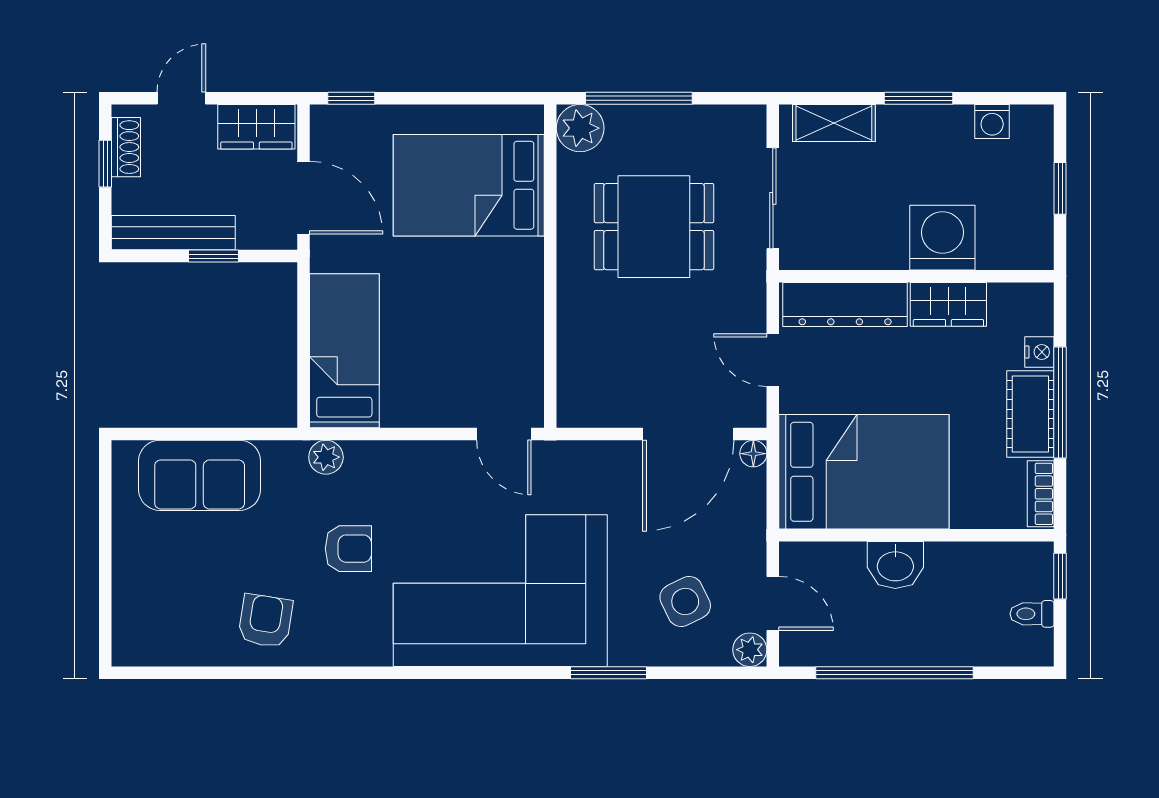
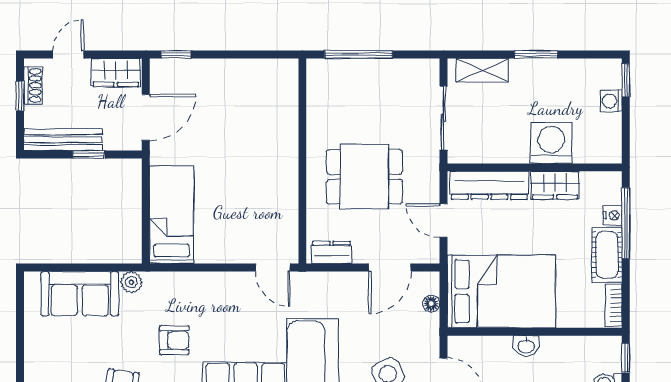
washing machine: (992, 121) -> (611, 101), moved, turned 90
plant: (580, 128) -> (321, 73), removed
bed: (469, 185) -> (251, 110), removed
window: (1060, 188) -> (626, 80), moved
door: (304, 198) -> (146, 118), hinge flipped
dining table: (654, 227) -> (364, 177), moved
window: (1060, 403) -> (626, 223), moved
dresser: (596, 410) -> (331, 252), added
door: (688, 434) -> (390, 267), width x0.73
floor lamp: (753, 454) -> (431, 304), moved
plant: (326, 457) -> (131, 282), moved
washbasin: (895, 565) -> (526, 346), width x0.72, depth x0.69

